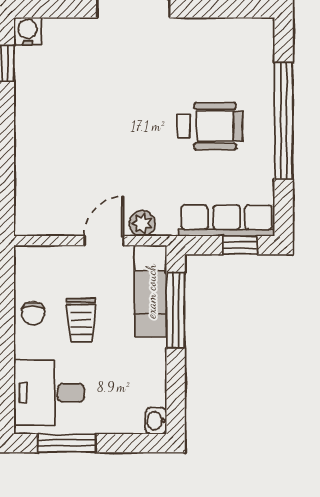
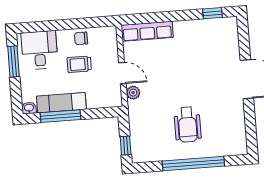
water cooler: (28, 31) -> (230, 24), removed
row of seats: (227, 221) -> (147, 31), moved, turned 90
exam couch: (151, 291) -> (61, 103), moved
window: (176, 310) -> (61, 116), moved

